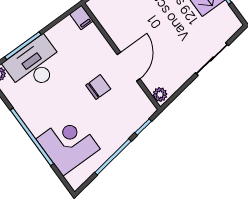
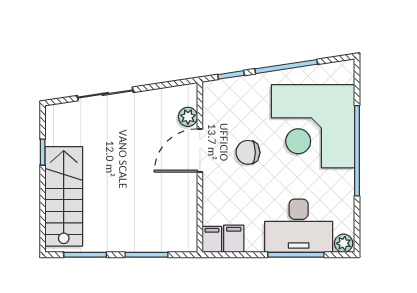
filing cabinet: (68, 28) -> (234, 239), added
plant: (160, 95) -> (188, 117), moved
corner desk: (68, 144) -> (313, 126), width x1.36, depth x1.36

